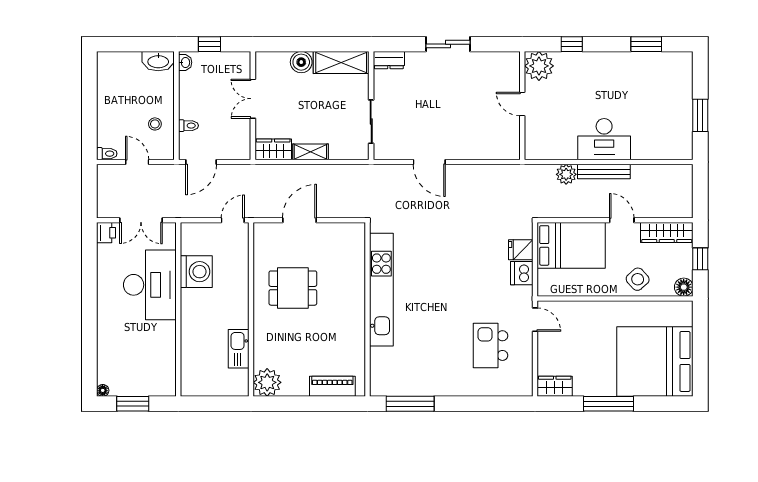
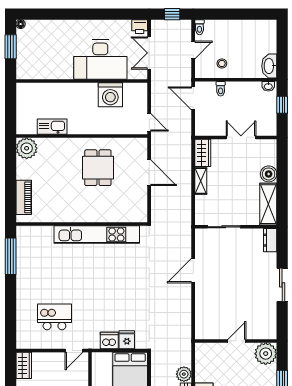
window: (89, 190) -> (172, 14), added

